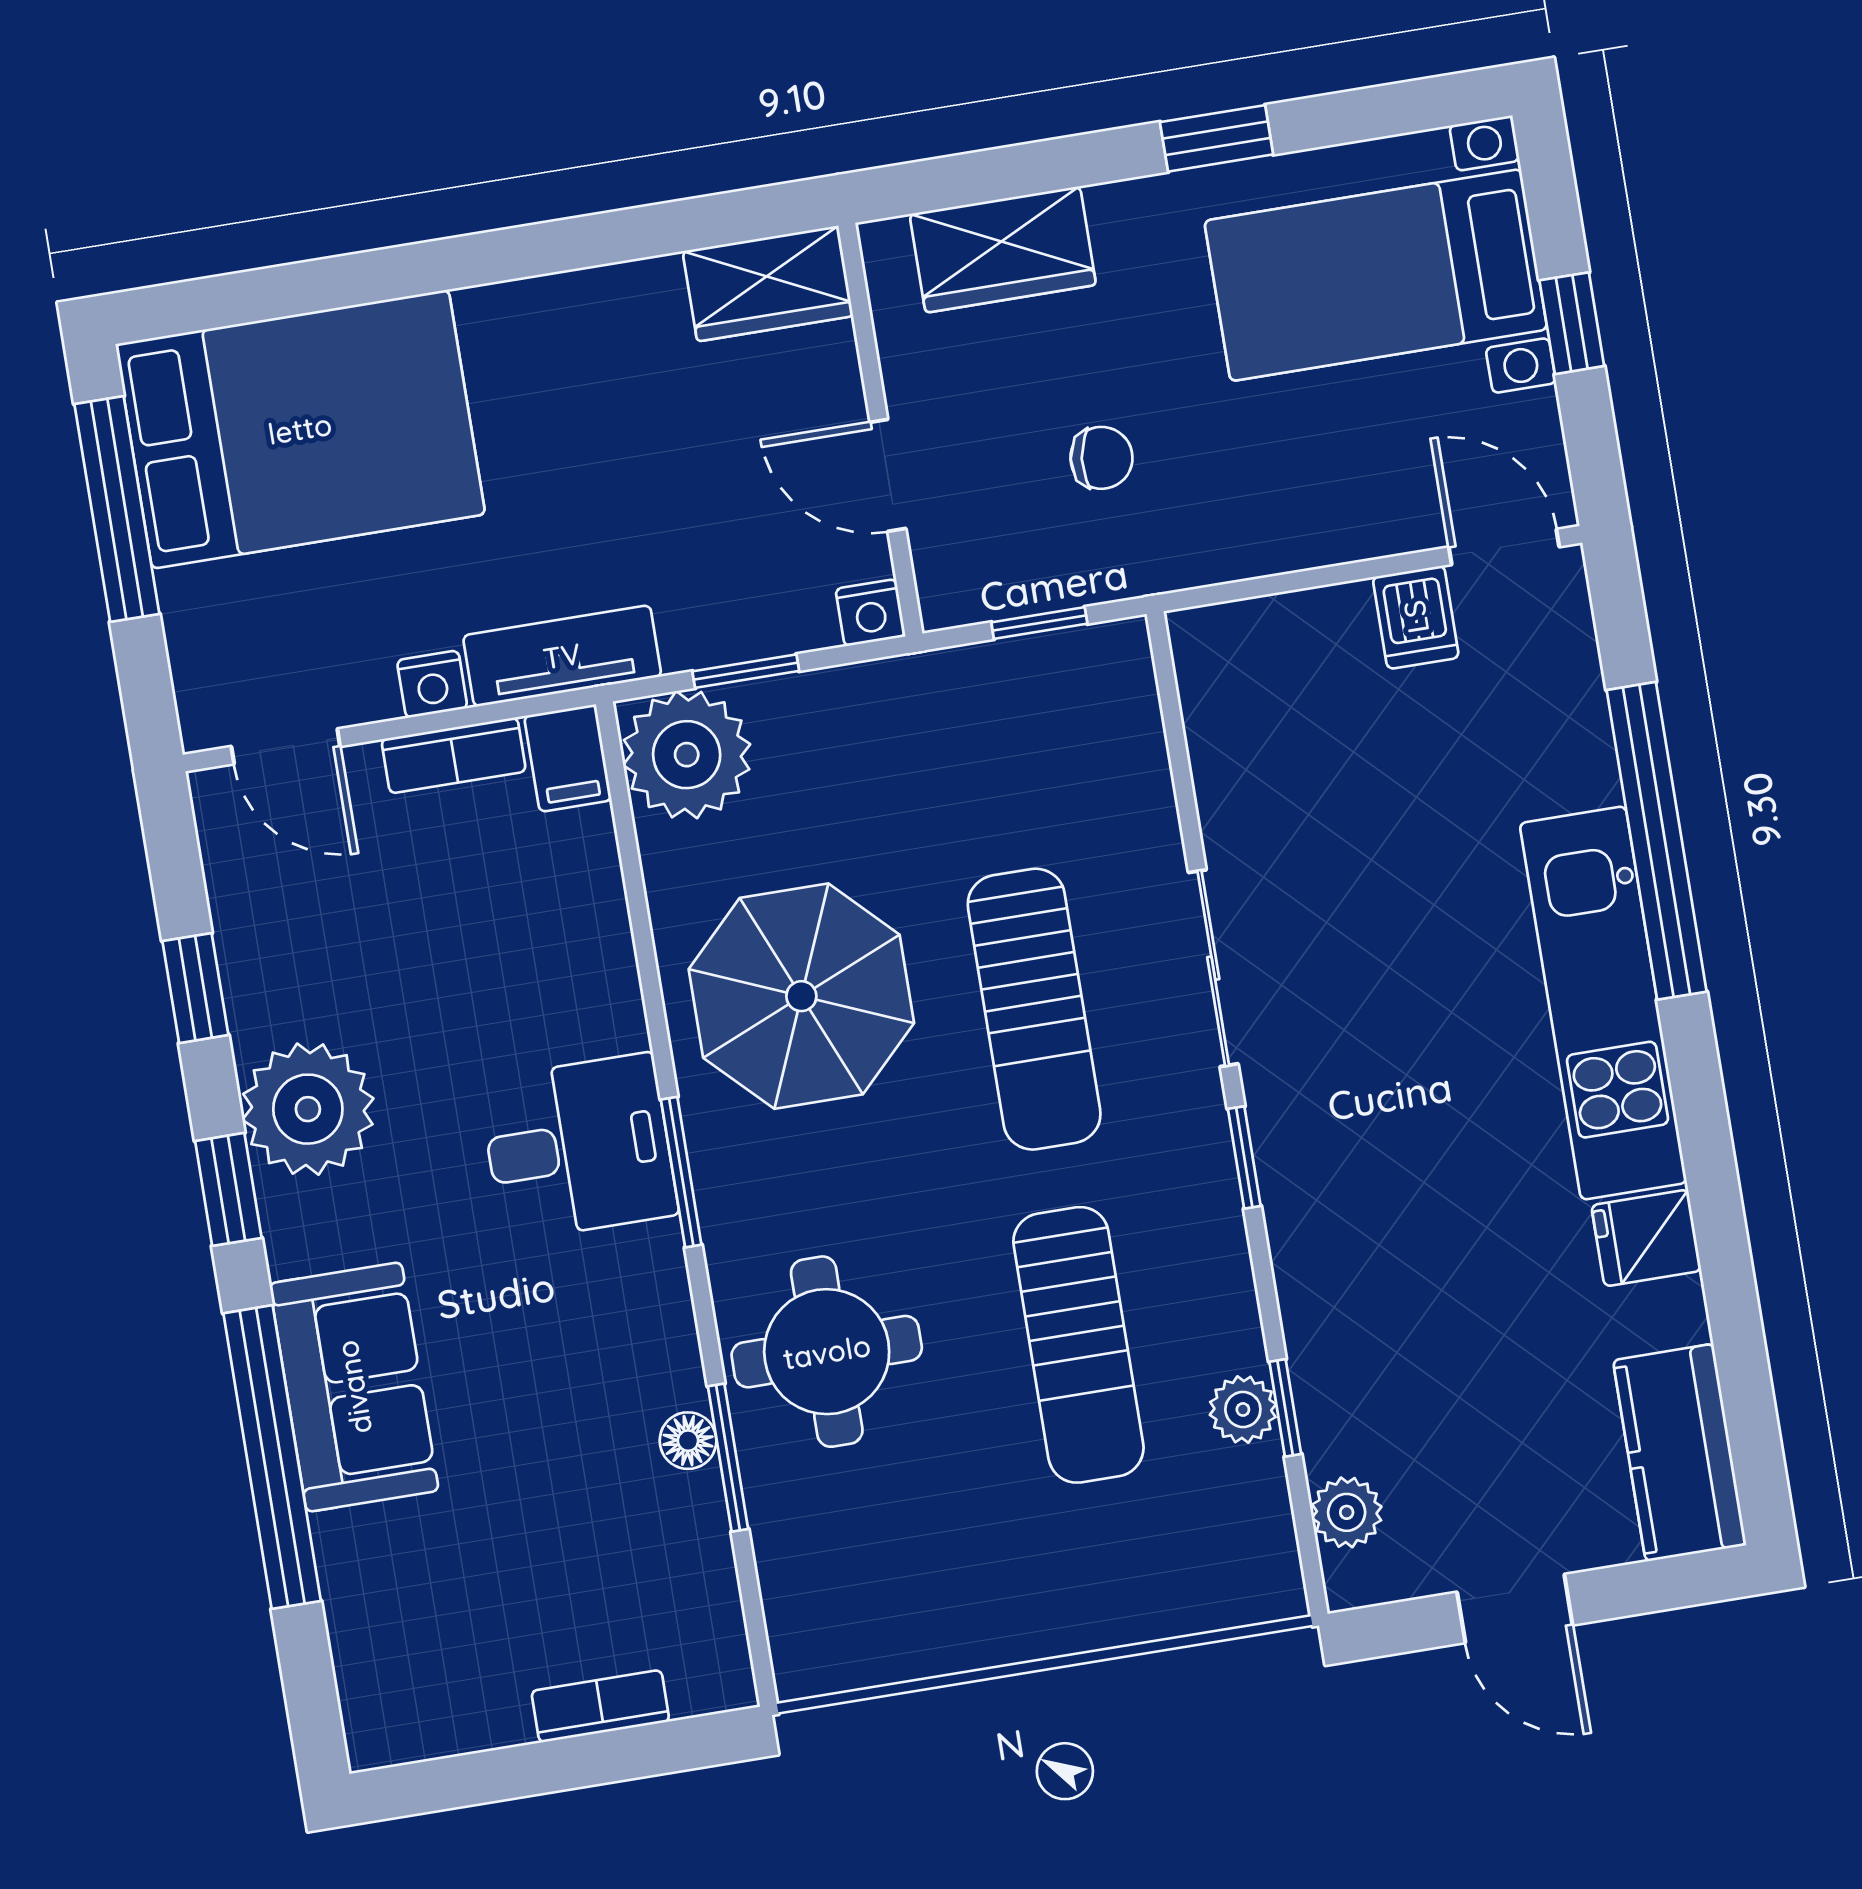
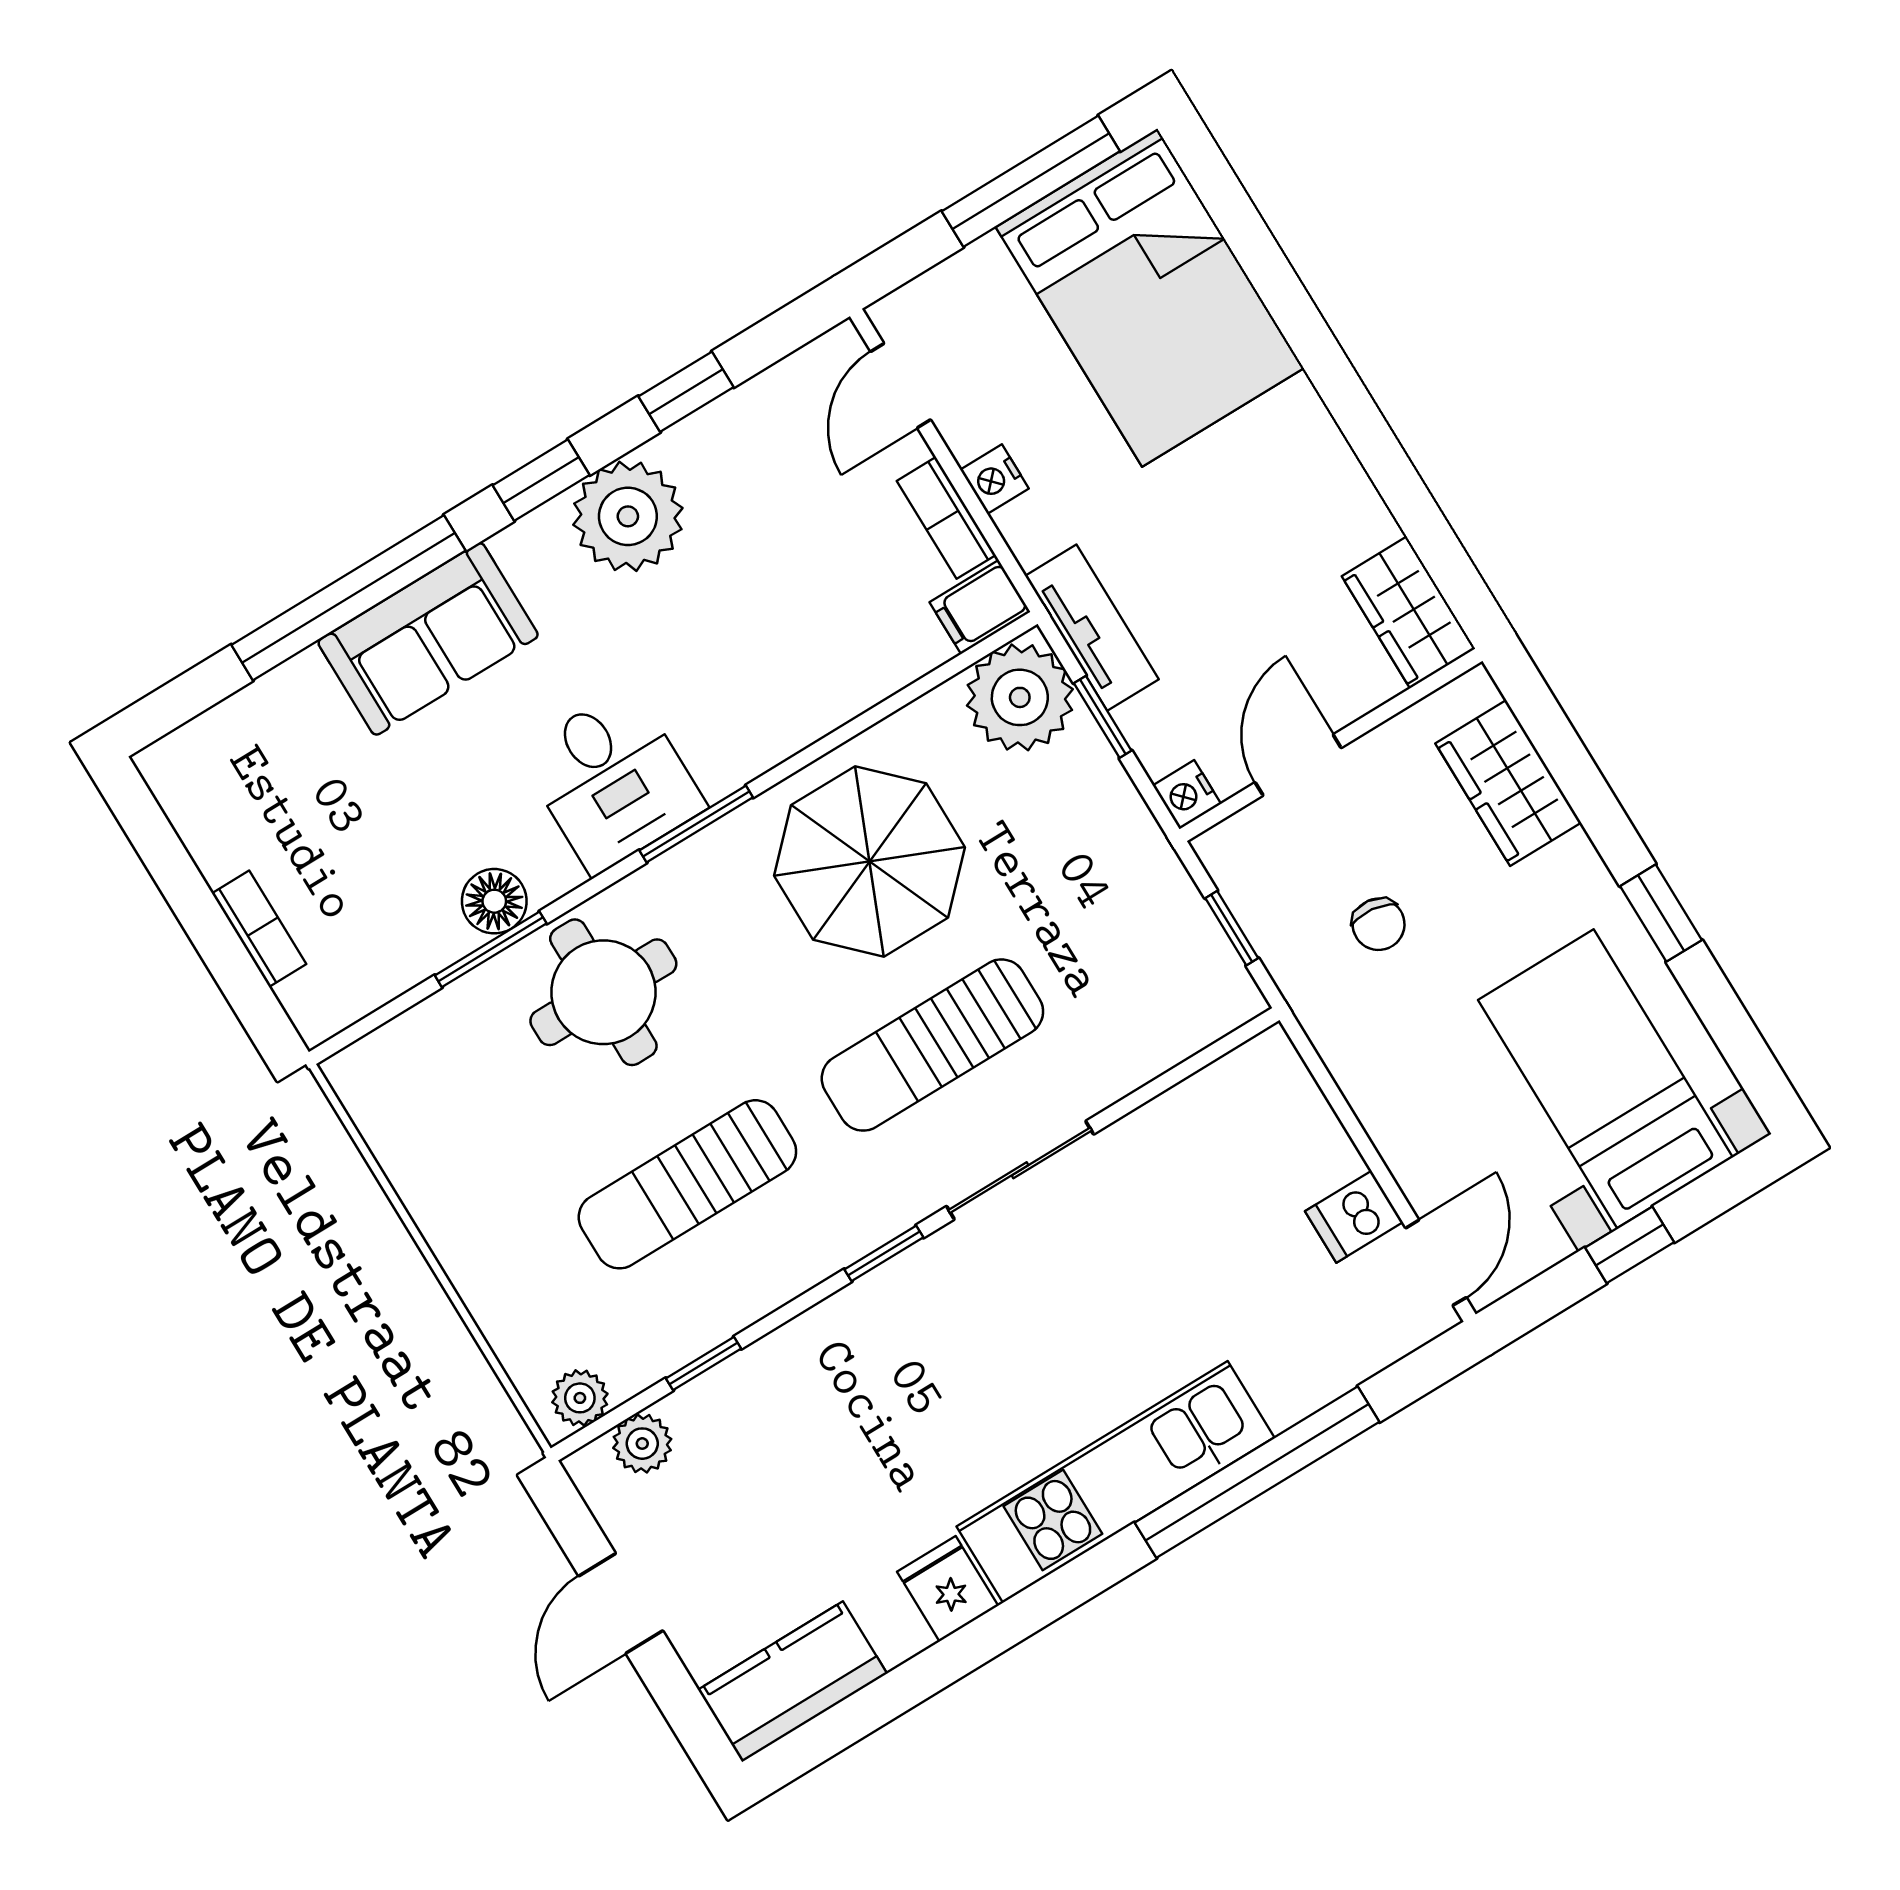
tv unit: (562, 656) -> (1092, 628), moved
desk: (578, 1147) -> (612, 780), moved
plant: (1243, 1409) -> (580, 1398), moved
floor lamp: (688, 1441) -> (494, 901), width x1.37, depth x1.37

